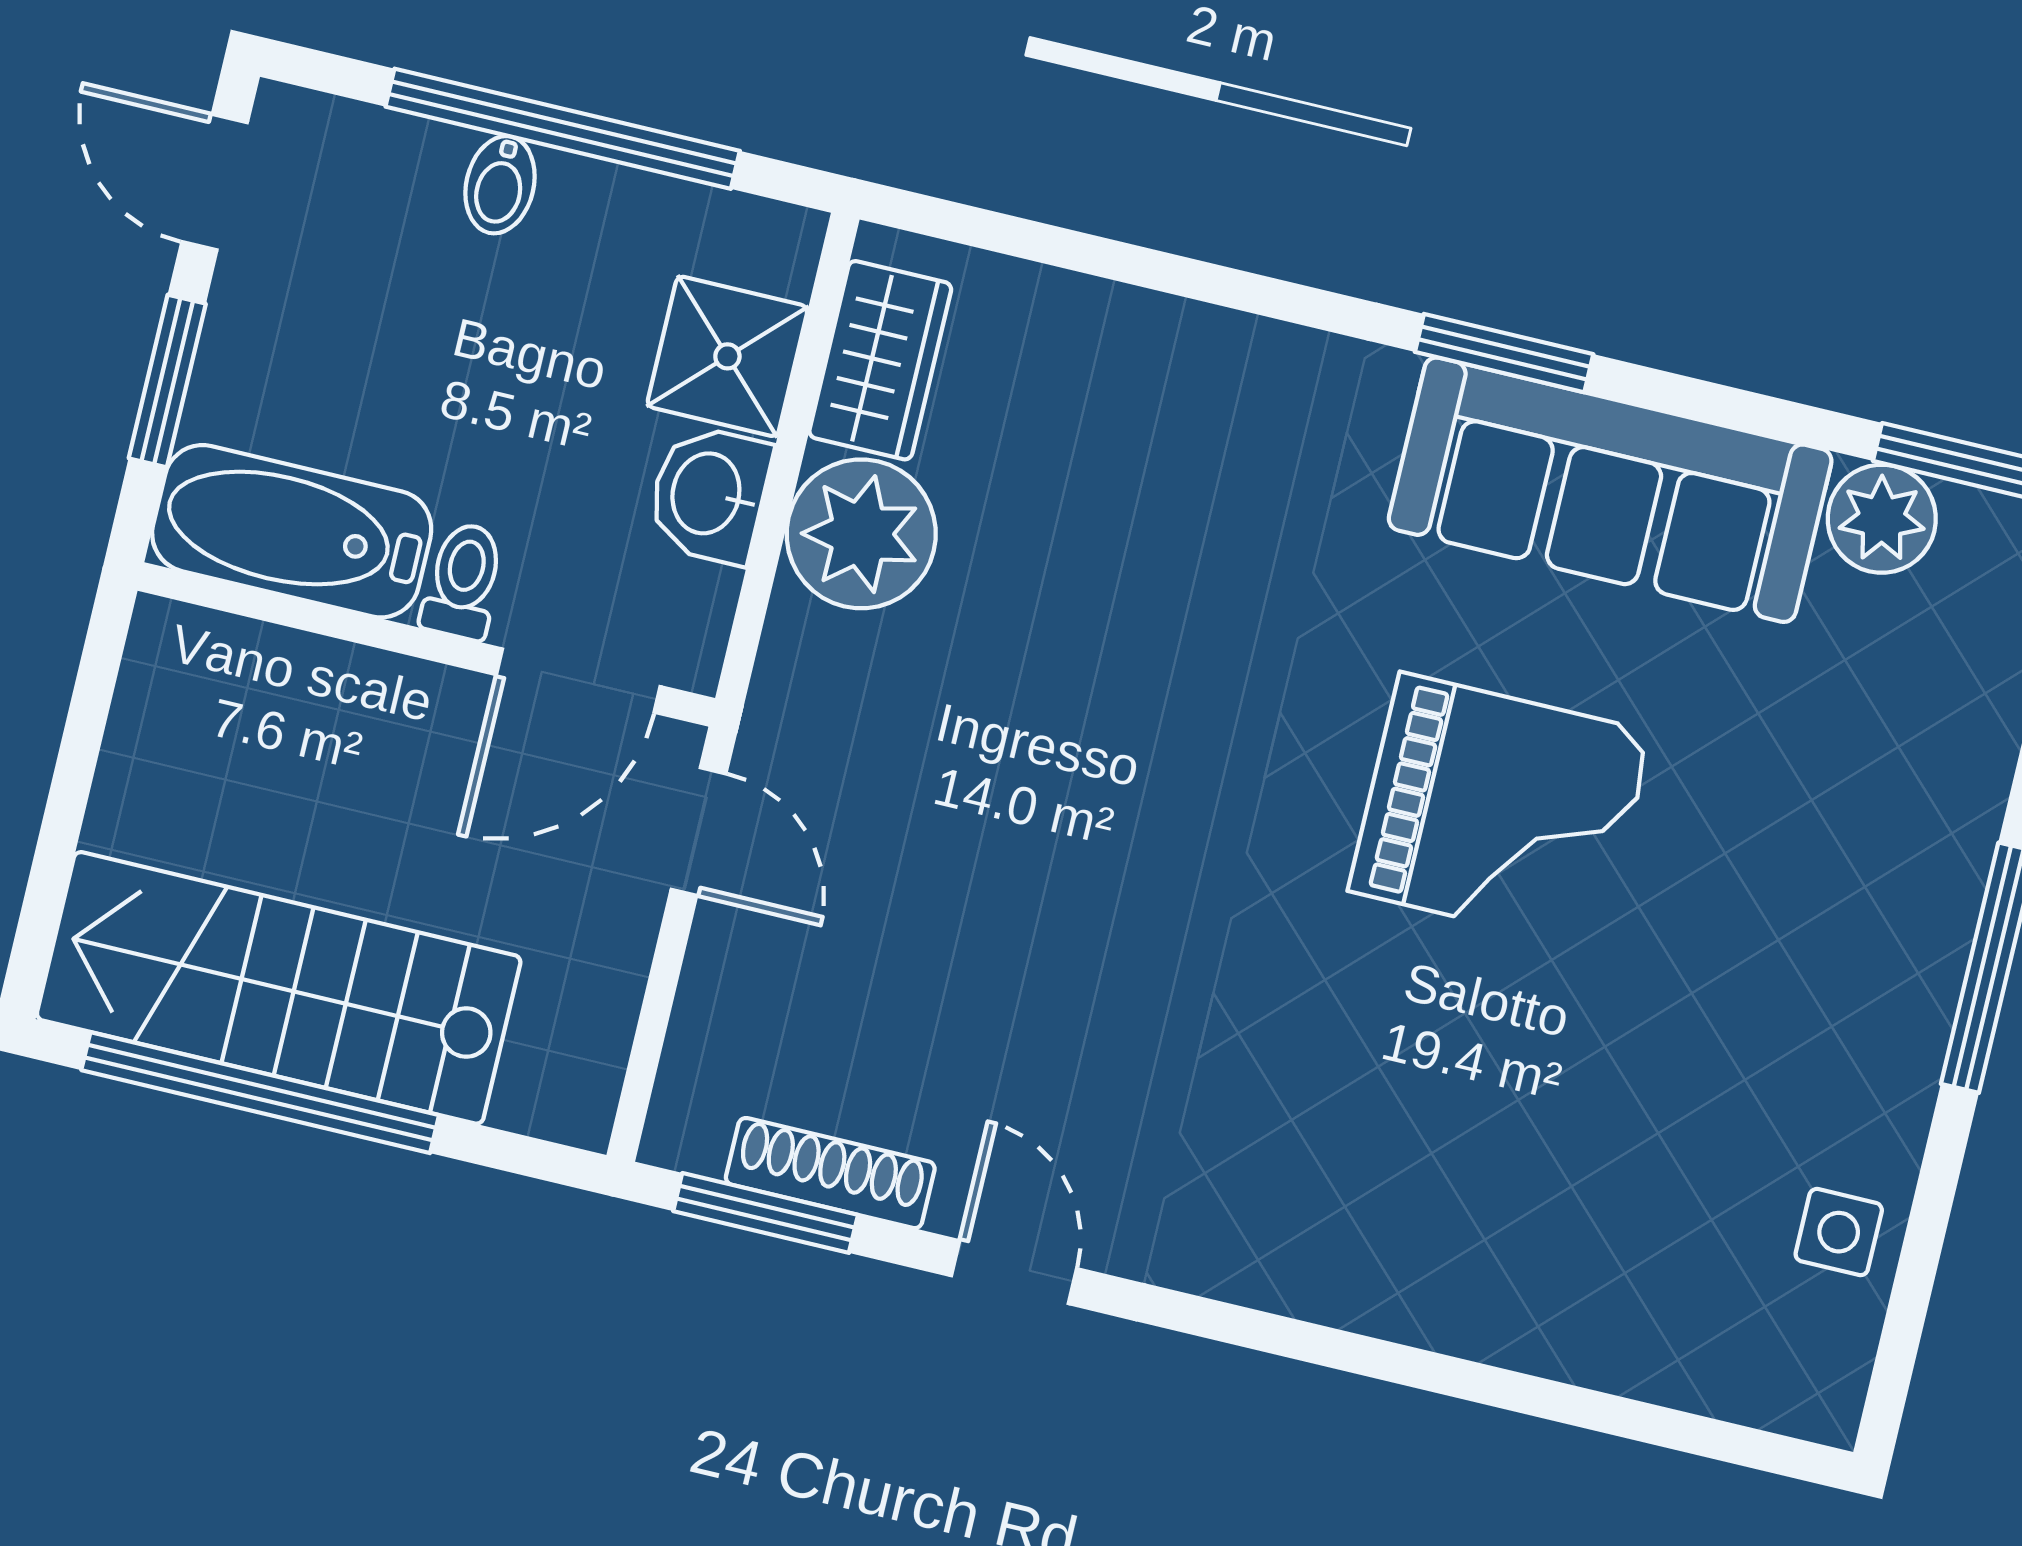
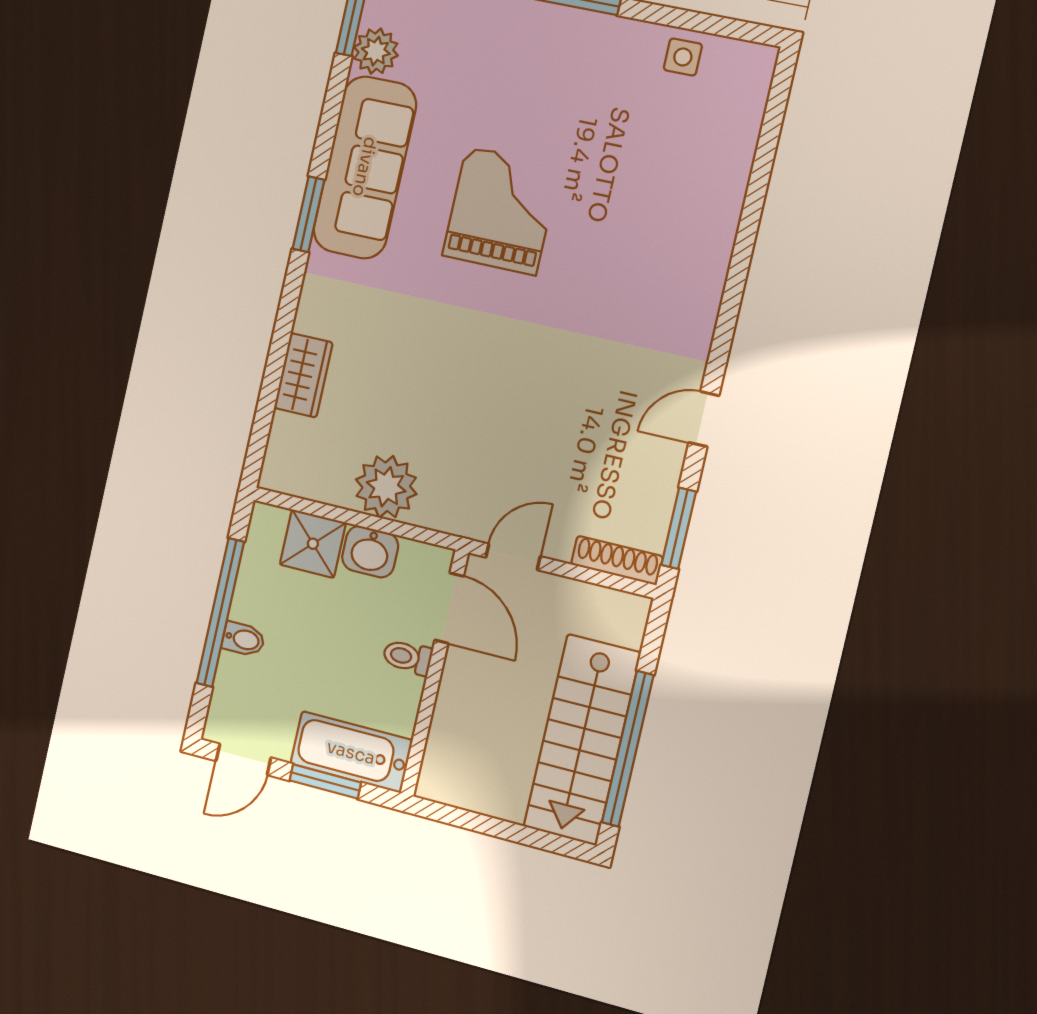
wardrobe: (880, 360) -> (303, 375), moved, turned 90
bathtub: (292, 531) -> (351, 752), moved, turned 90
shoe rack: (830, 1173) -> (617, 560), moved, turned 90

